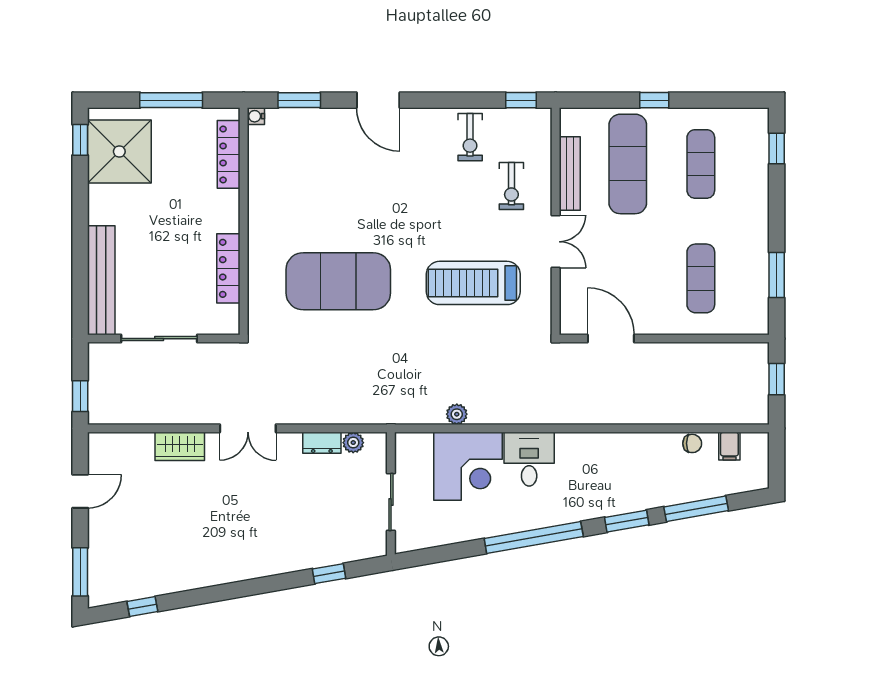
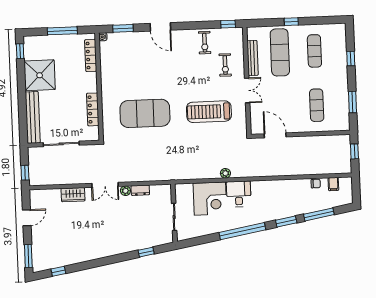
window: (777, 148) -> (351, 59), moved
shower: (119, 152) -> (40, 75), moved
plant: (457, 414) -> (225, 173), moved
plant: (353, 443) -> (125, 191), moved

